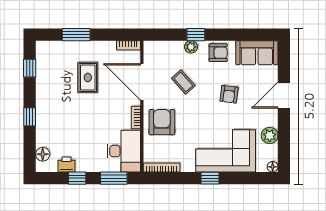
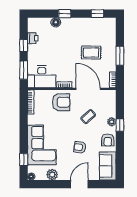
window: (76, 35) -> (120, 56), moved
door: (142, 82) -> (88, 89), hinge flipped
door: (284, 95) -> (79, 184), hinge flipped
floor lamp: (43, 154) -> (56, 22), moved
window: (210, 178) -> (24, 160), moved

